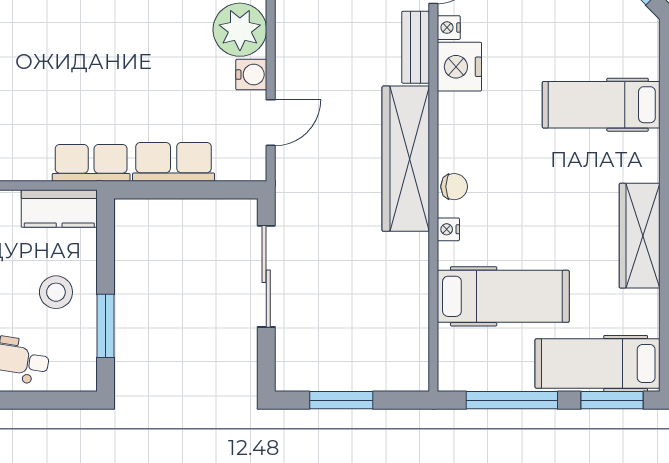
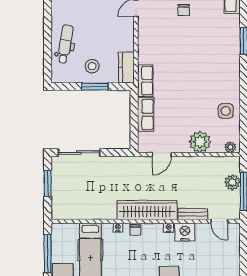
nightstand: (449, 28) -> (169, 228), moved
water cooler: (251, 75) -> (182, 146), removed
door: (271, 123) -> (162, 154), hinge flipped
sliding door: (266, 276) -> (79, 153), moved
window: (106, 326) -> (95, 87), moved

